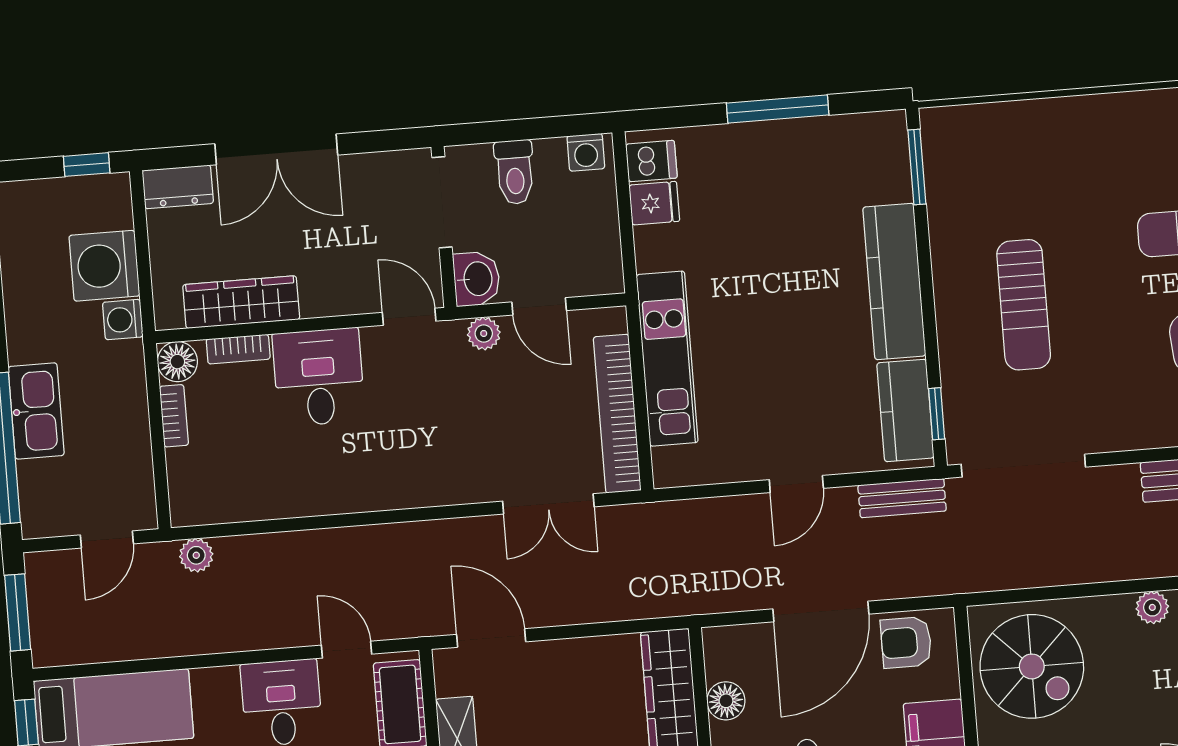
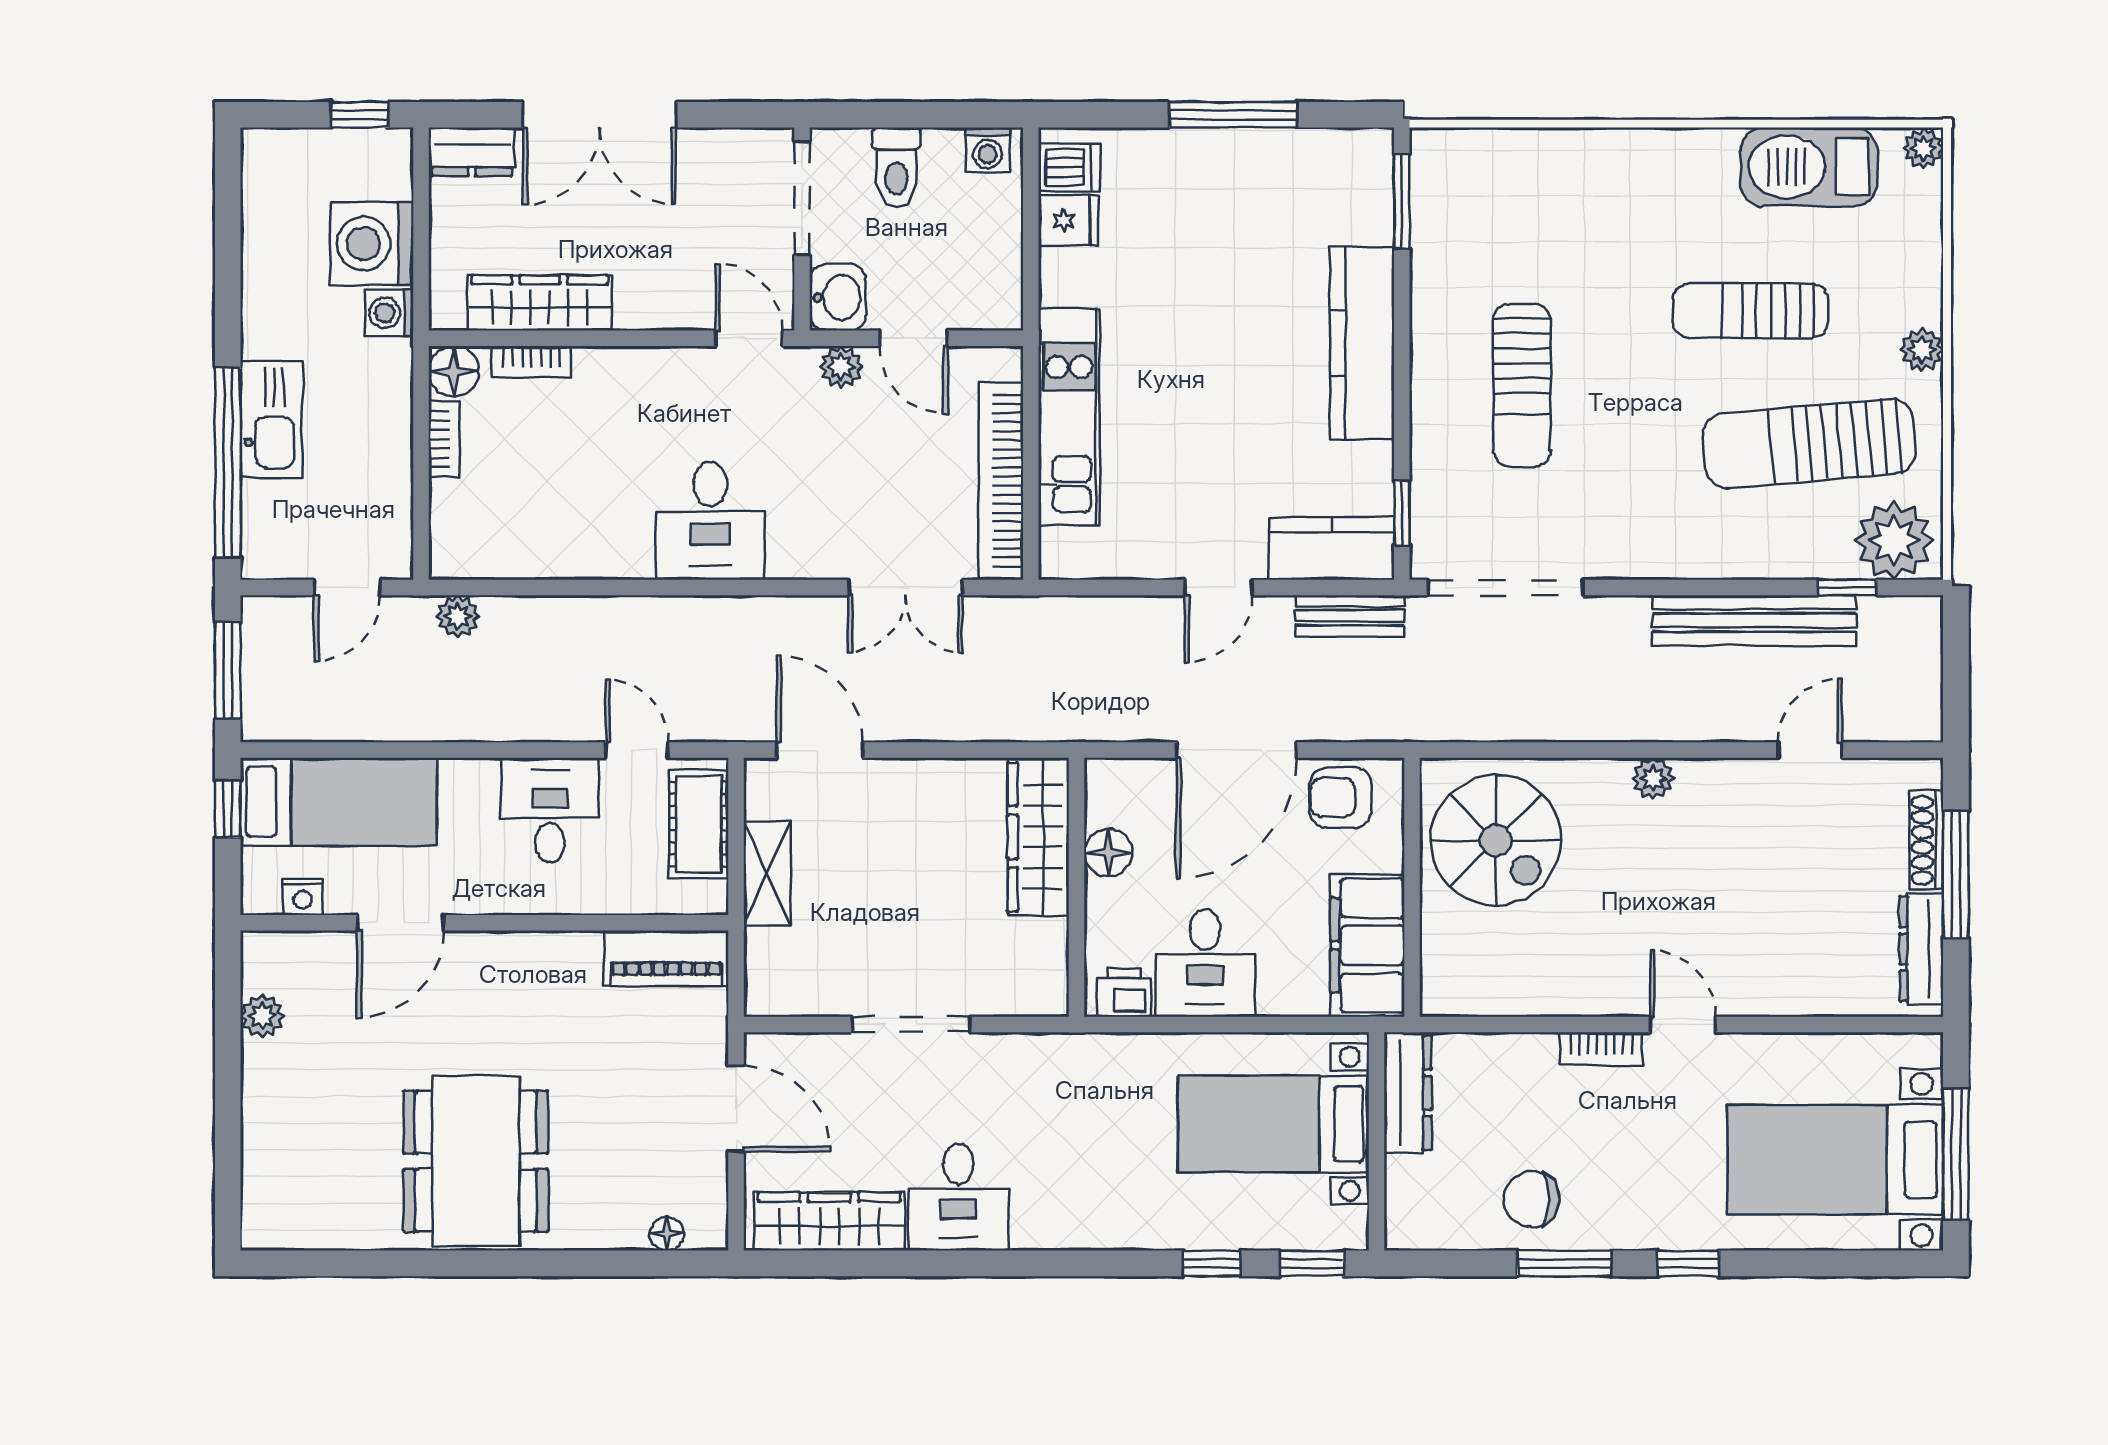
desk: (319, 377) -> (710, 521), moved, turned 180
kitchen counter: (905, 410) -> (1332, 549), moved, turned 90

